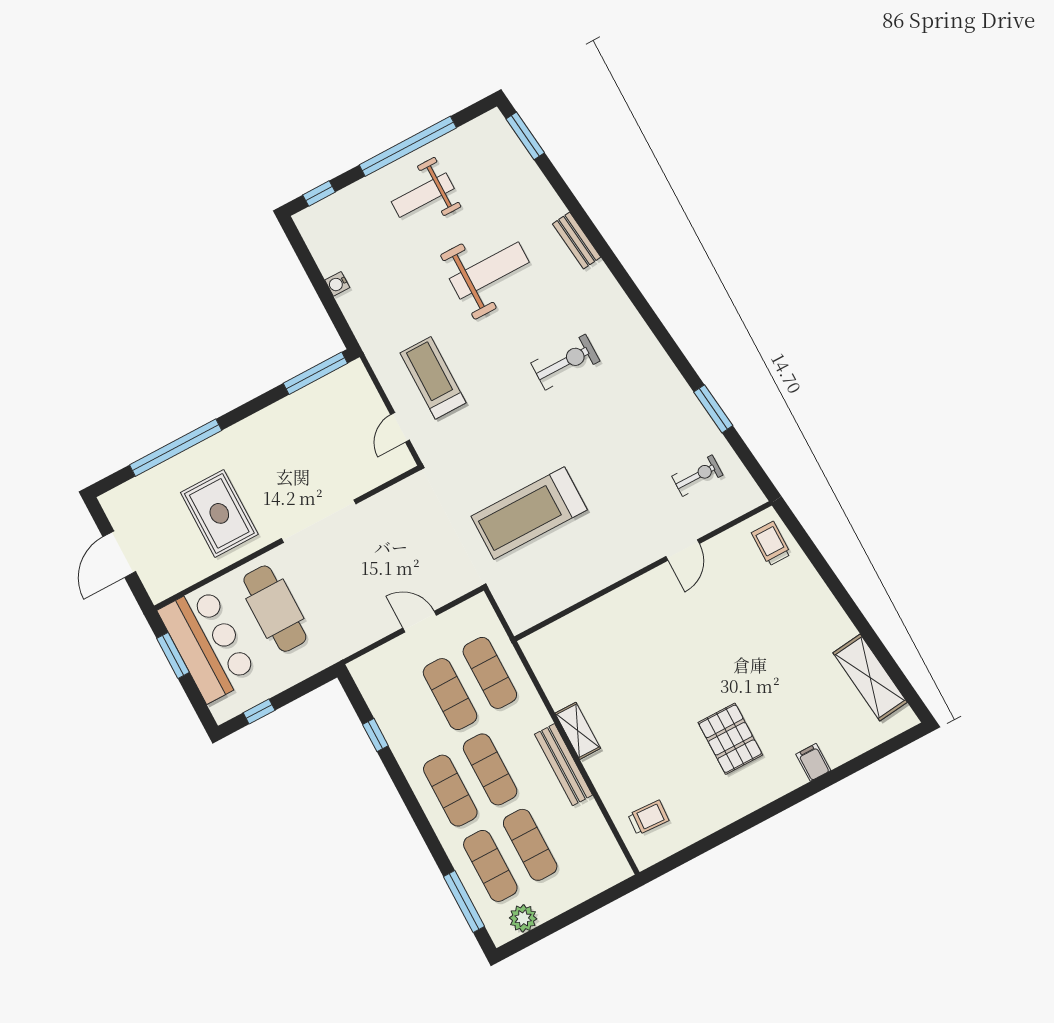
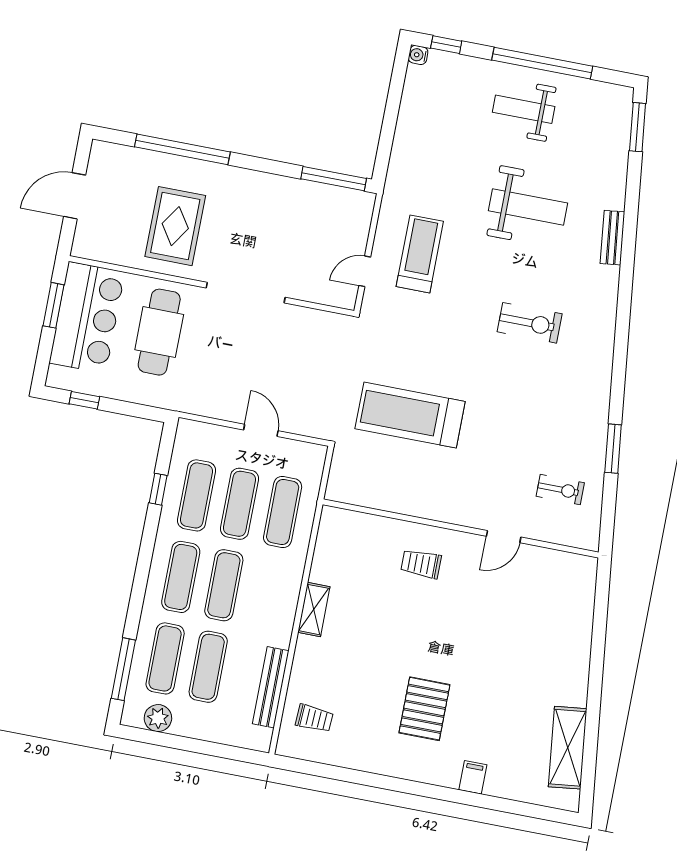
water cooler: (337, 284) -> (418, 55), moved
trolley: (771, 544) -> (421, 564), moved, turned -90
exercise mat: (410, 715) -> (196, 495), added
bench: (564, 765) -> (271, 687), moved

